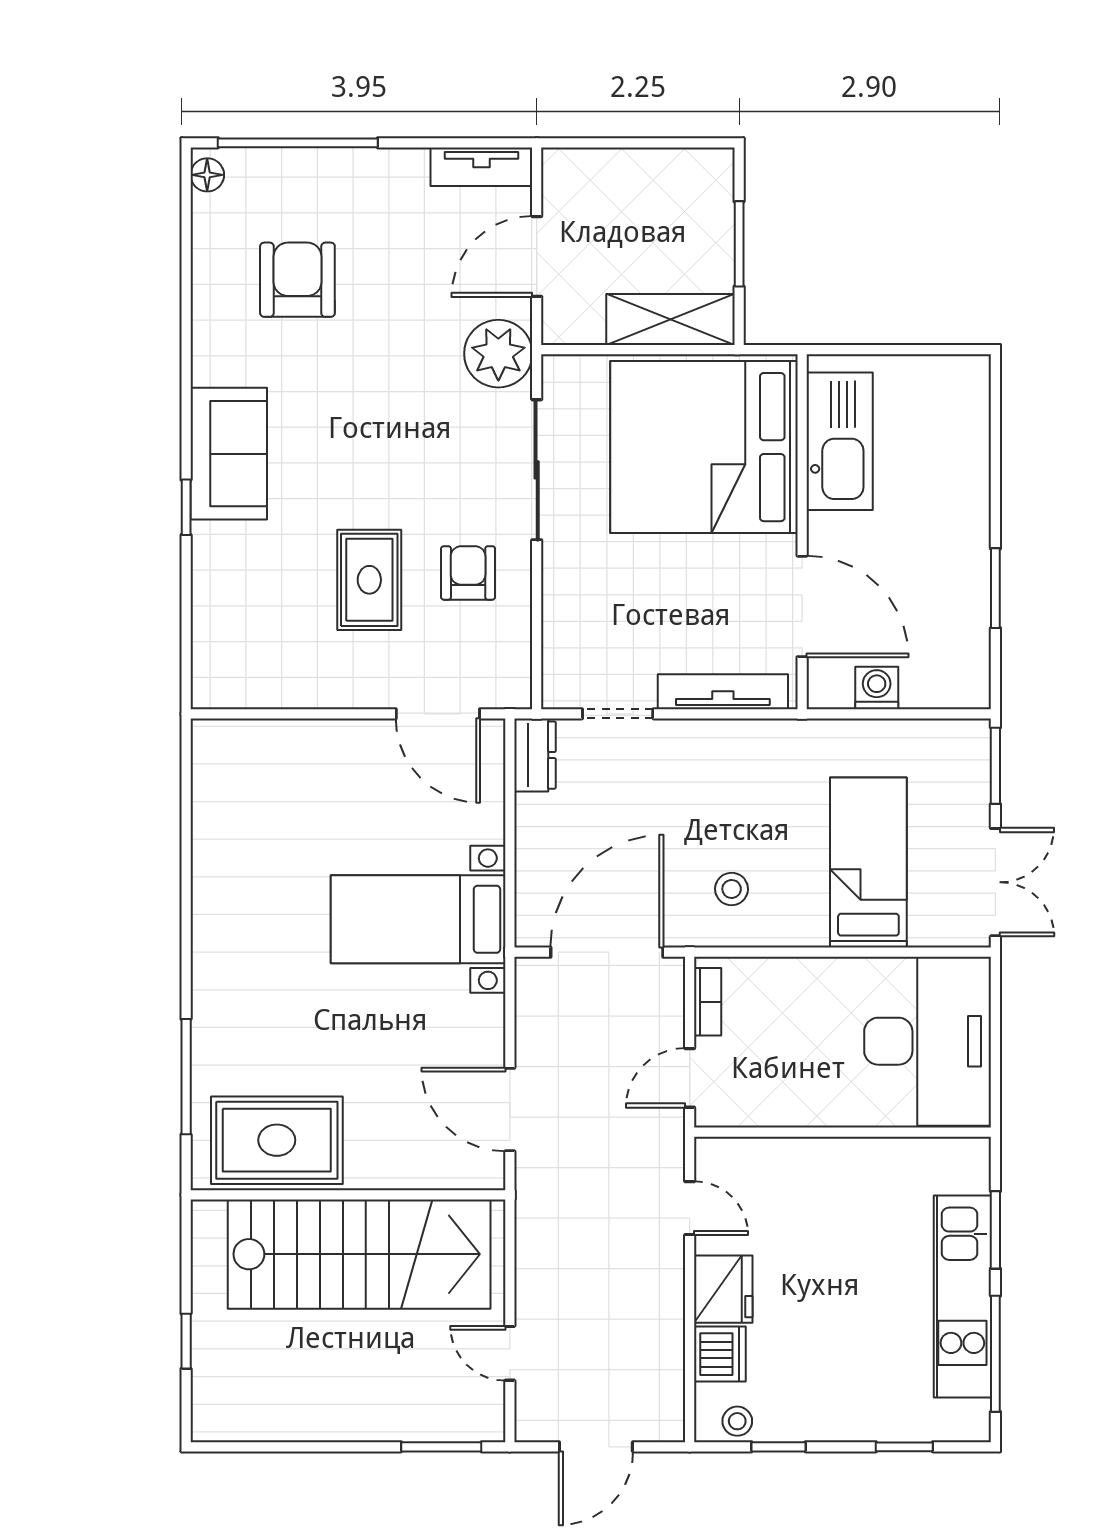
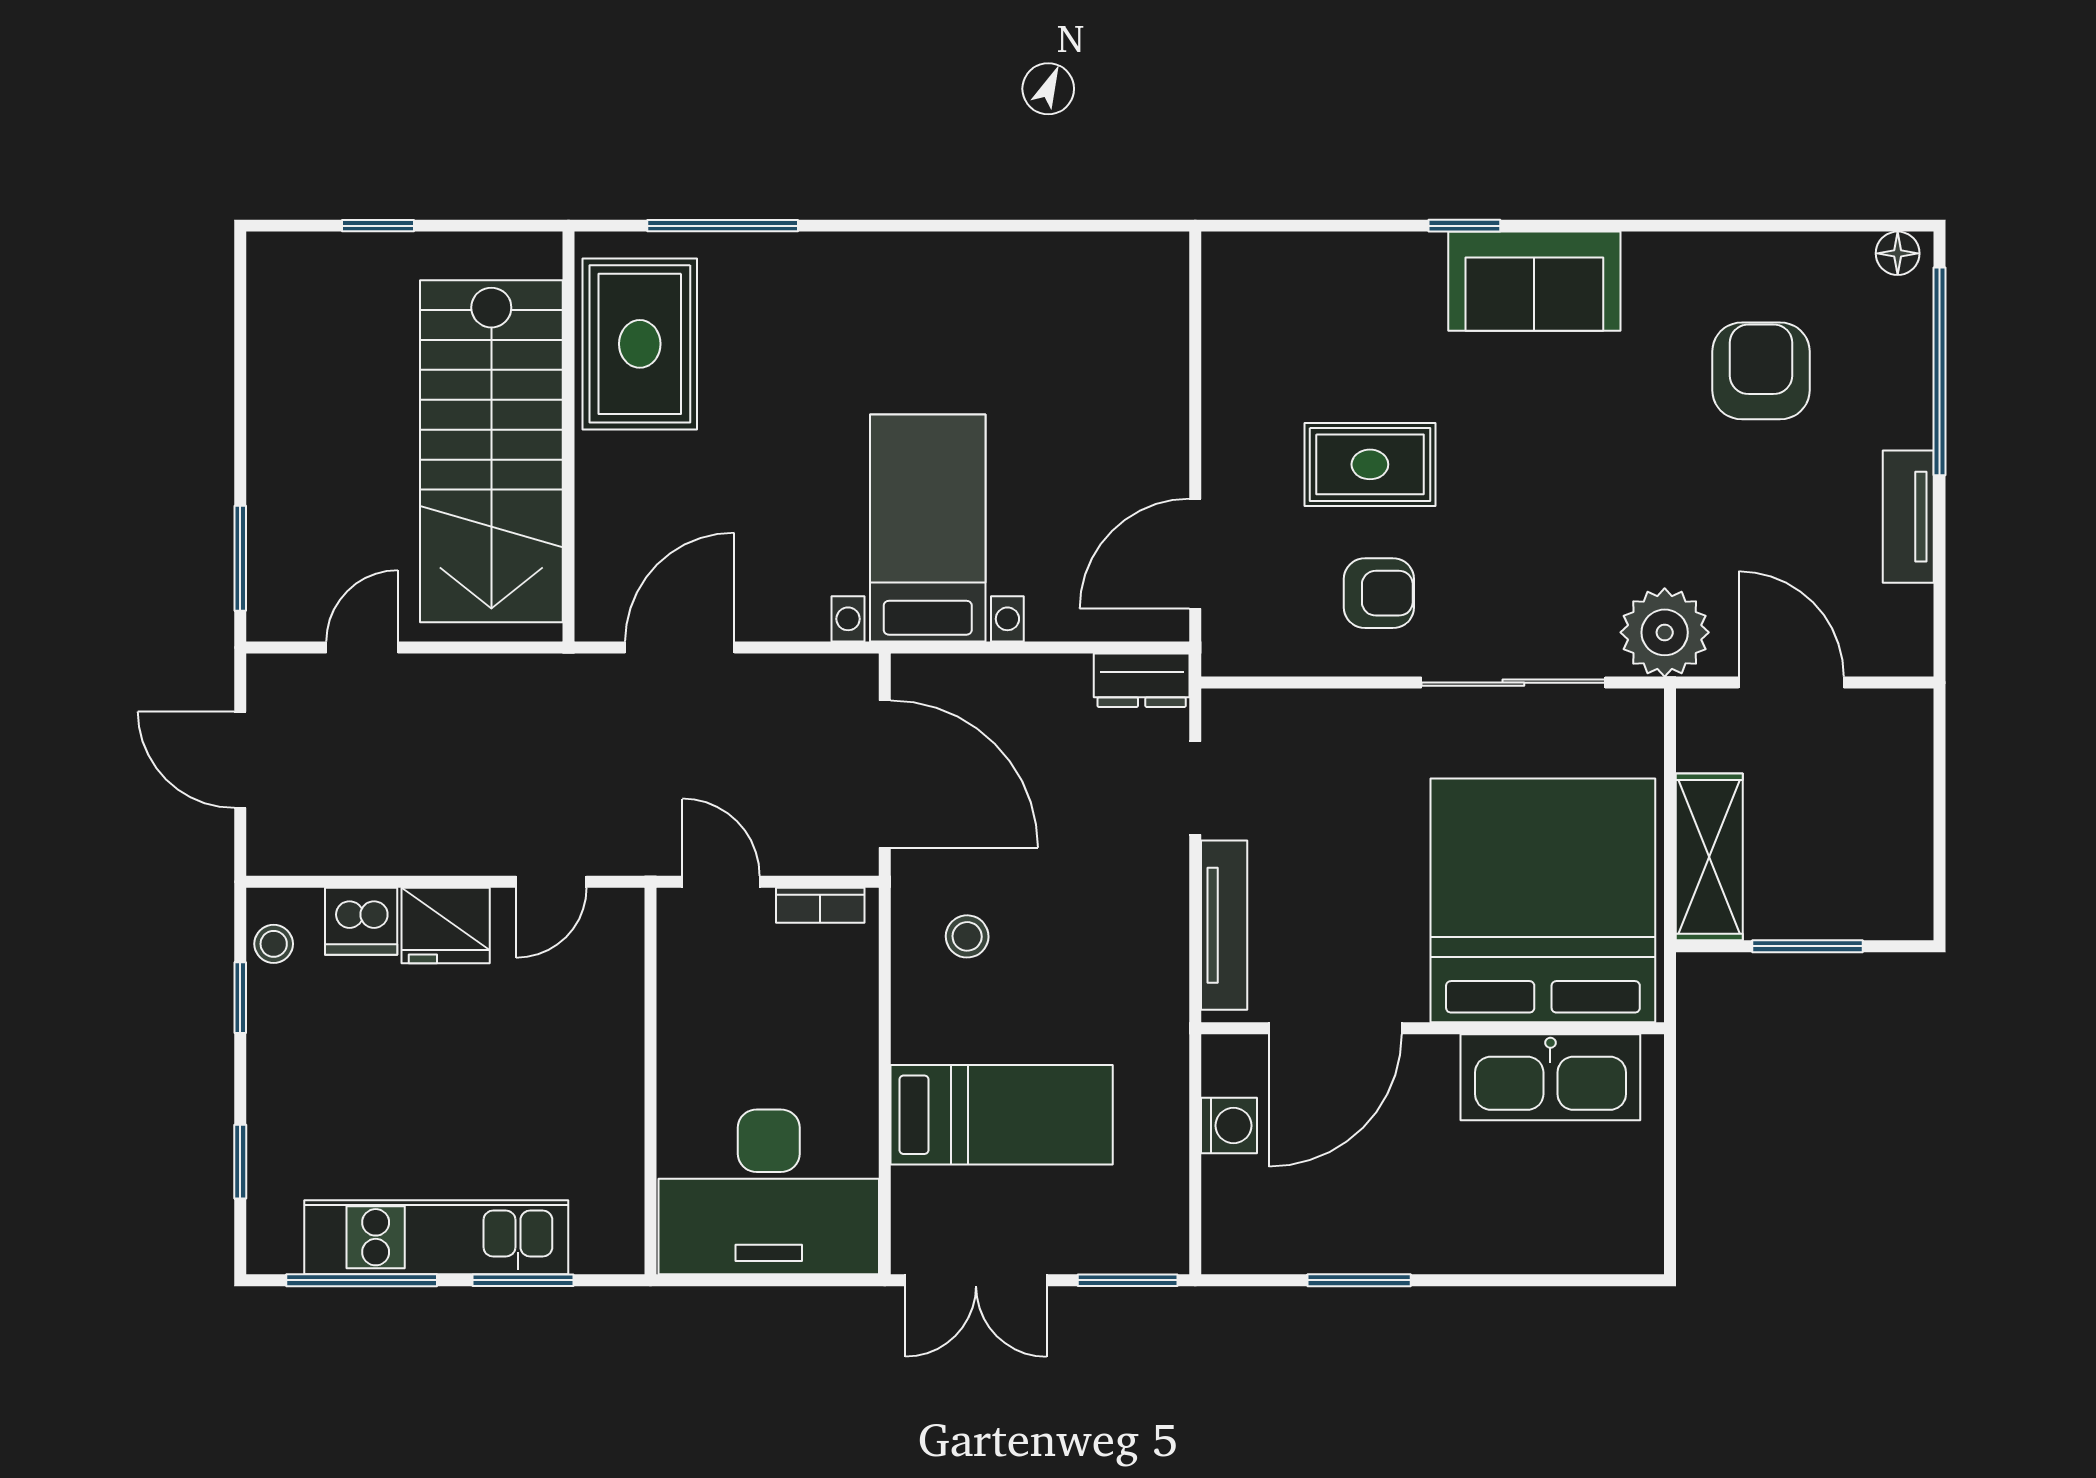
tv unit: (481, 167) -> (1908, 517), moved
armchair: (297, 280) -> (1761, 371), turned -90

